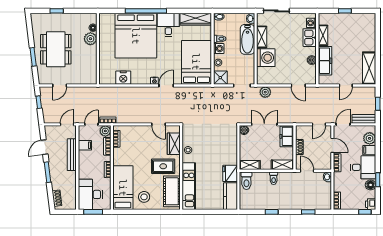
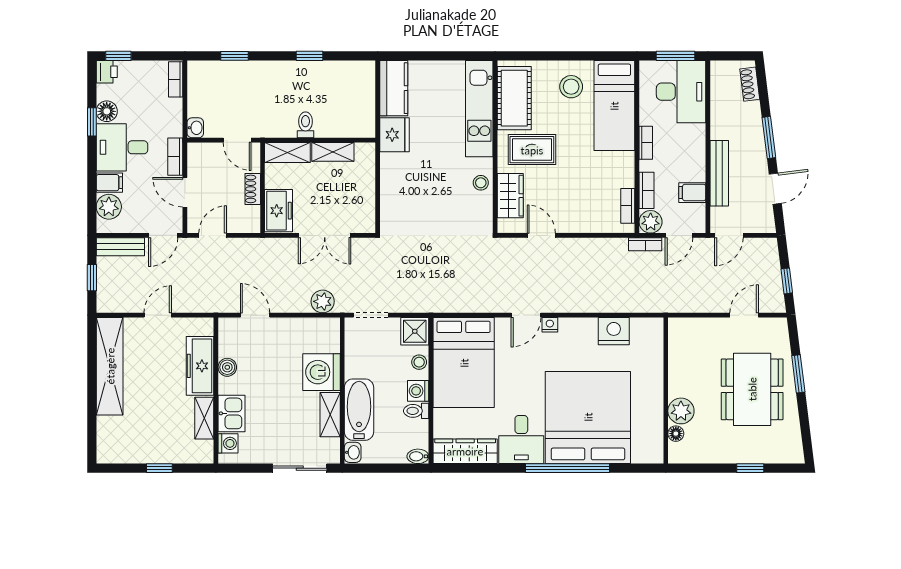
shelving: (369, 68) -> (110, 366), width x1.47
boiler: (244, 130) -> (366, 224), removed
shelving: (250, 165) -> (333, 152), moved
toilet: (246, 181) -> (361, 120), removed

